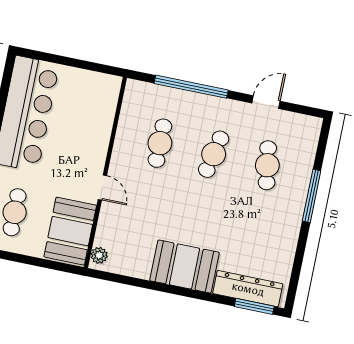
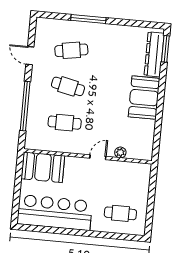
booth: (70, 231) -> (43, 167), moved
plant: (99, 255) -> (120, 152), moved

